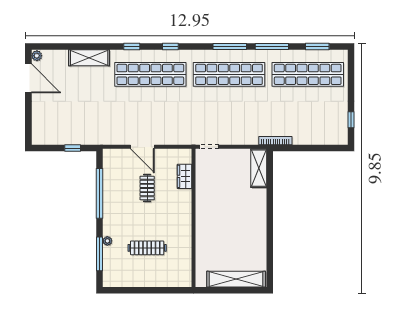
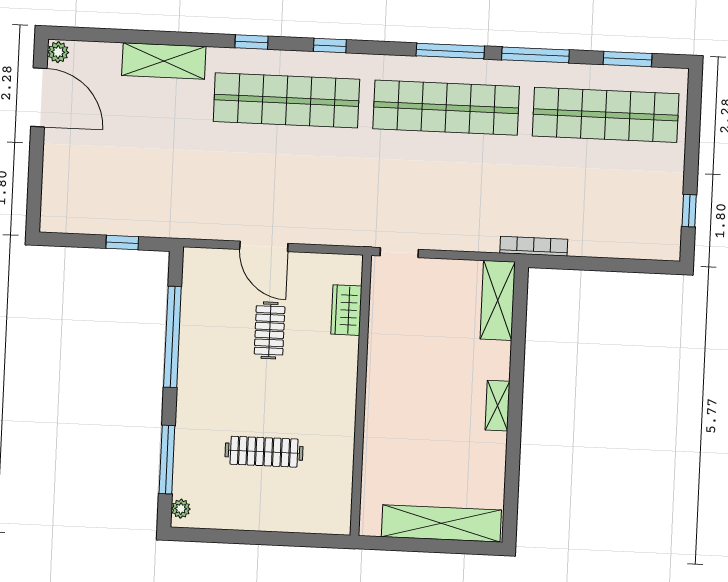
shelving: (261, 220) -> (497, 406), added
plant: (107, 241) -> (181, 509), moved

